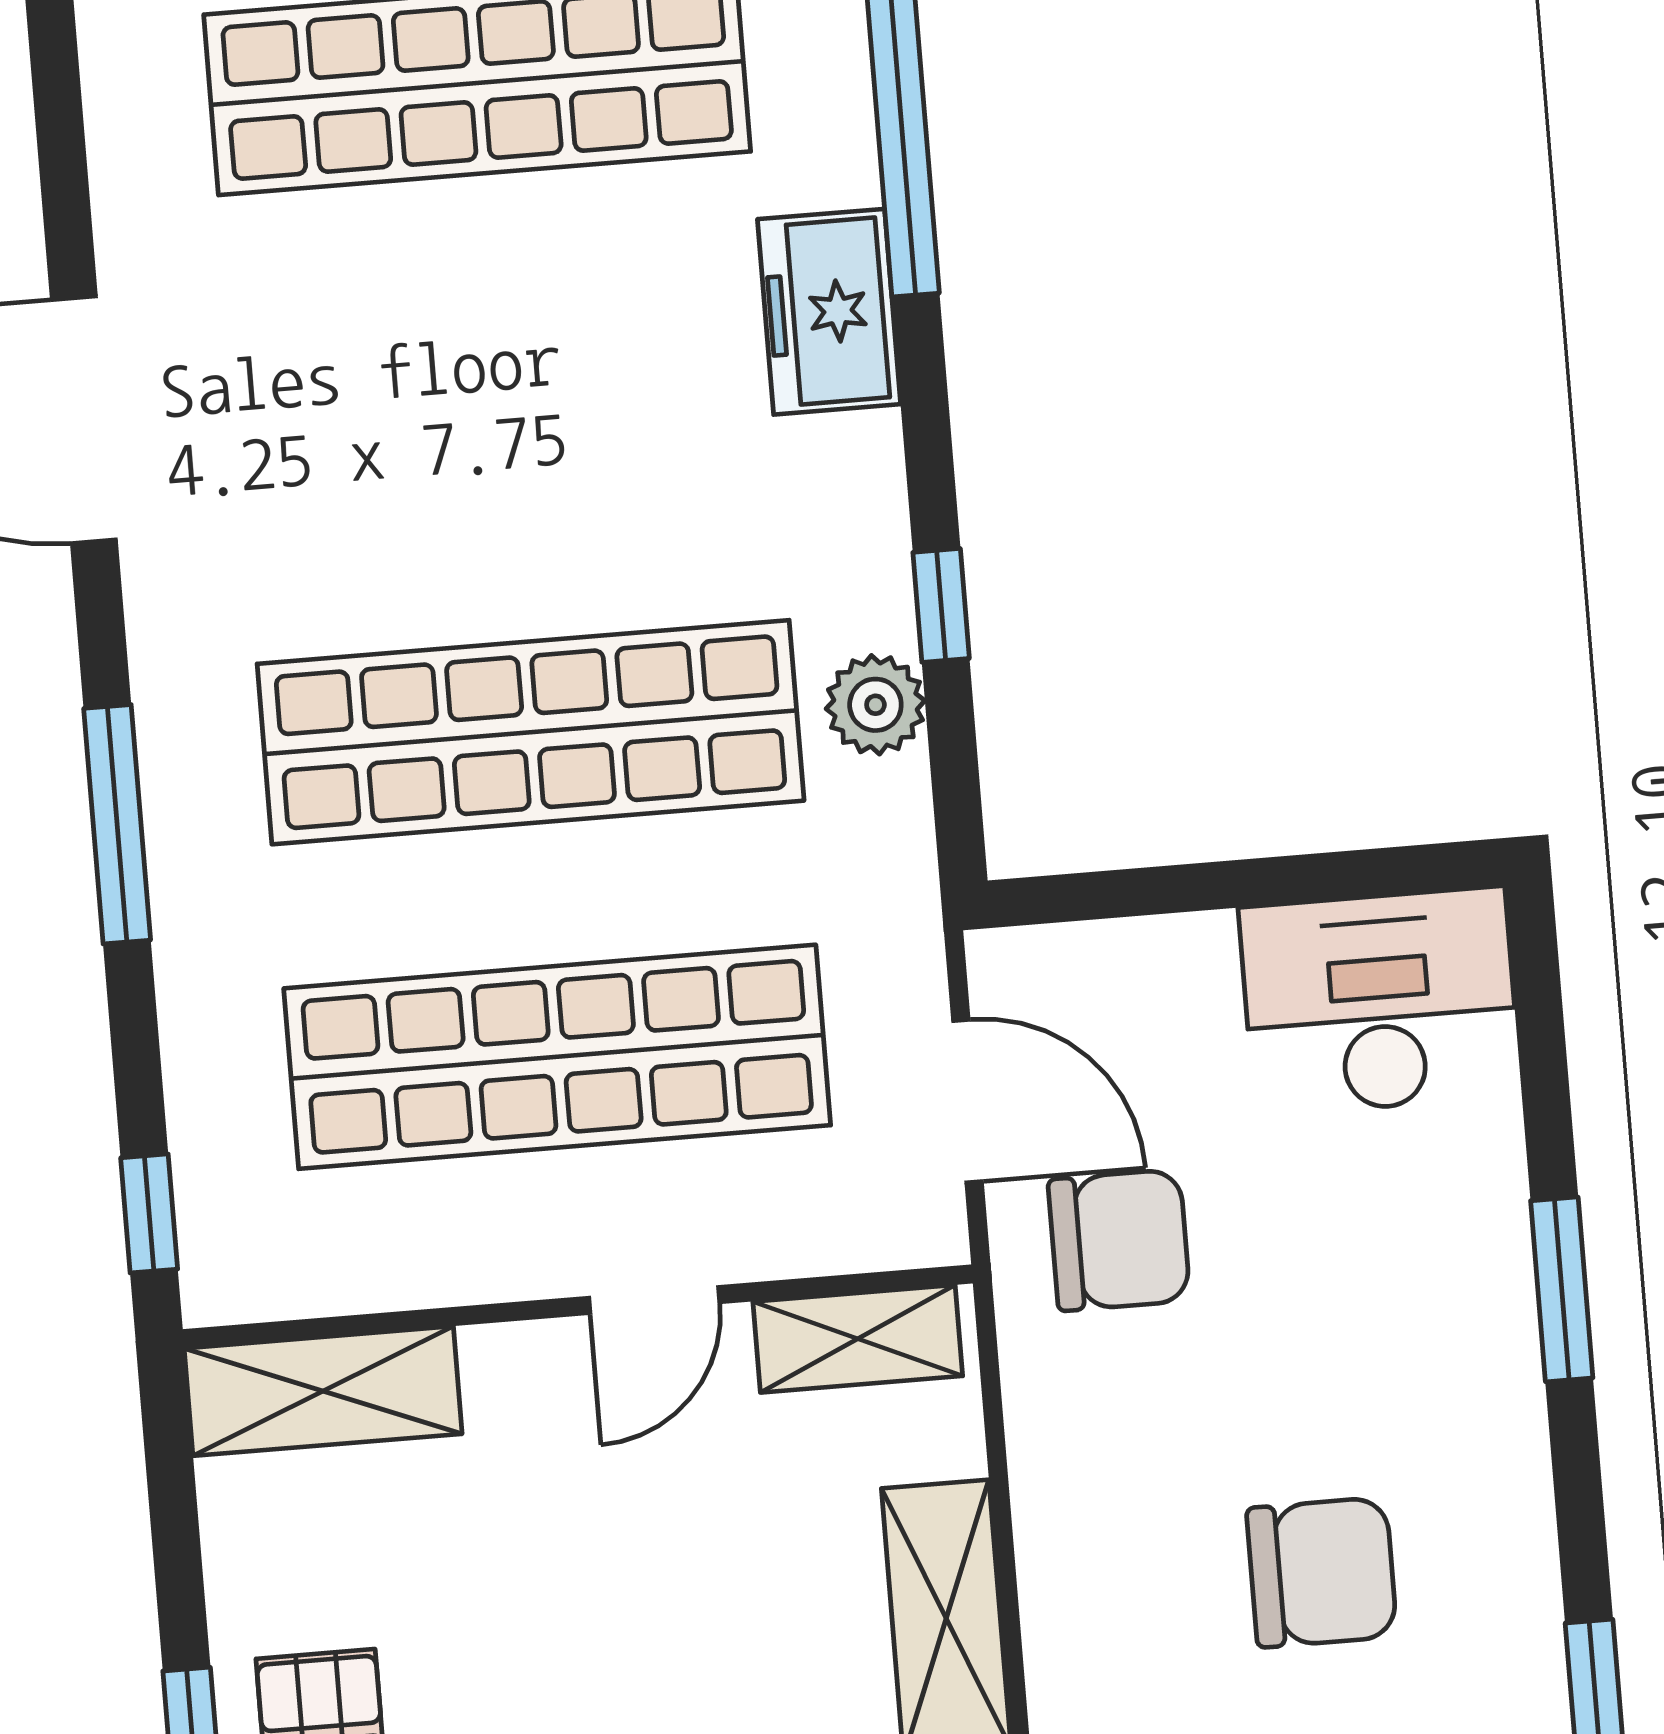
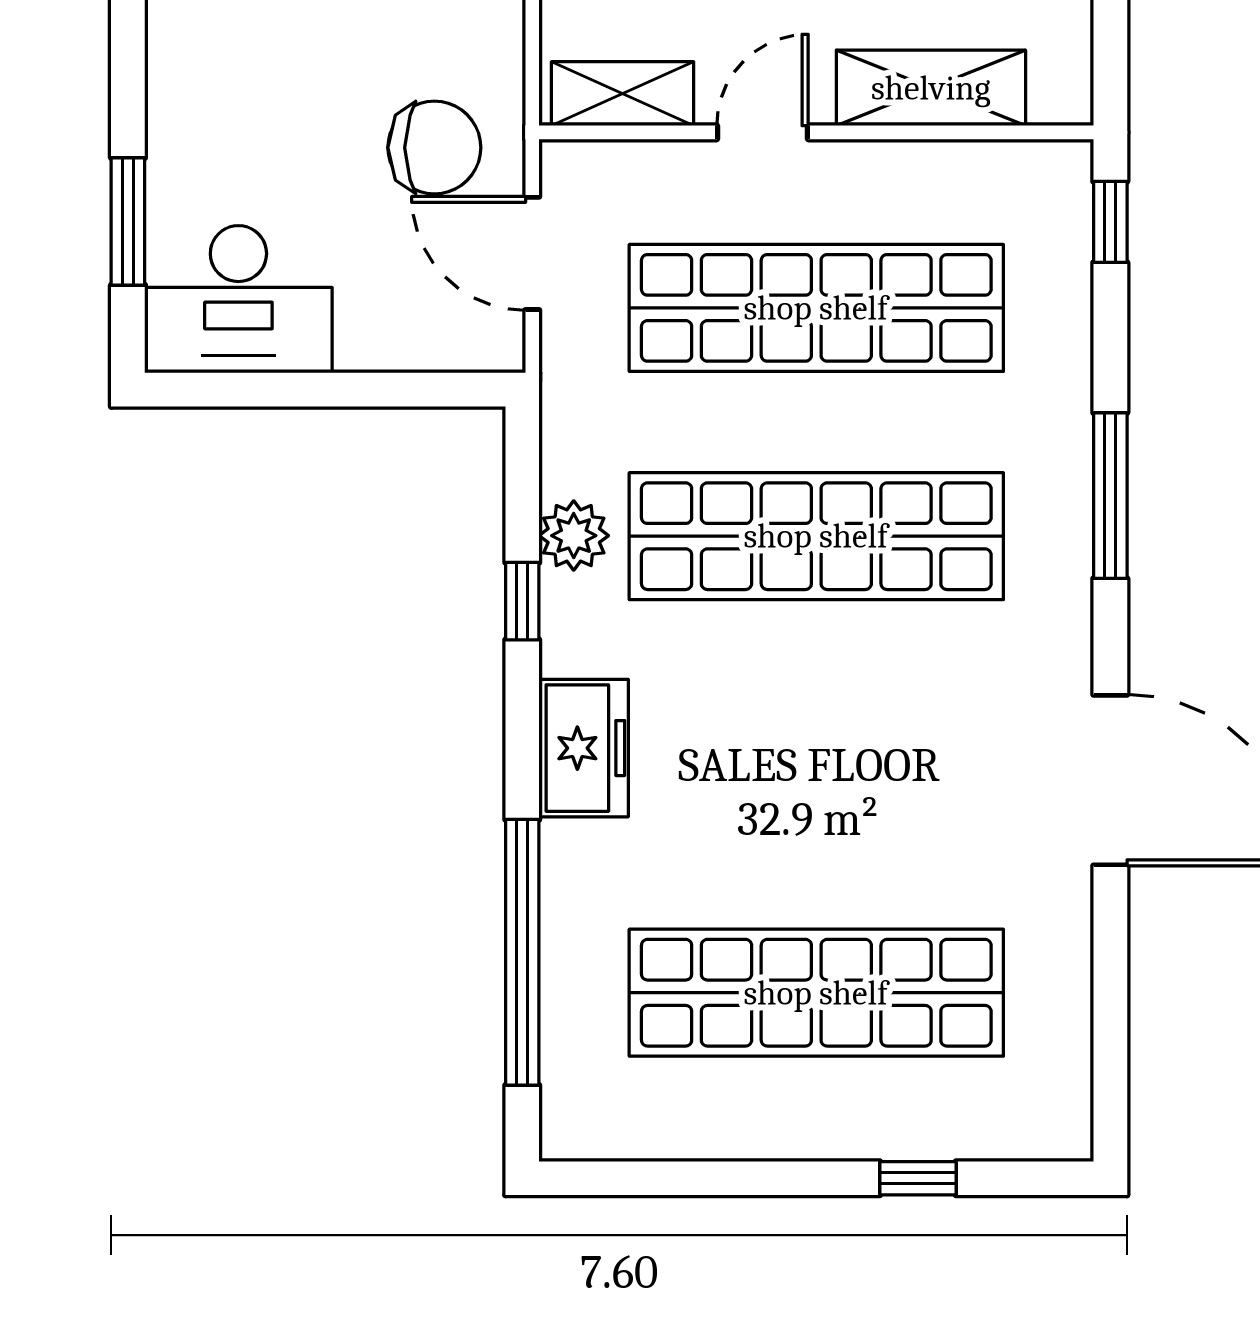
freezer: (829, 312) -> (584, 748), moved
chair: (1119, 1240) -> (434, 148), turned 180
window: (1562, 1289) -> (128, 221), moved
shelving: (323, 1391) -> (931, 88), moved

